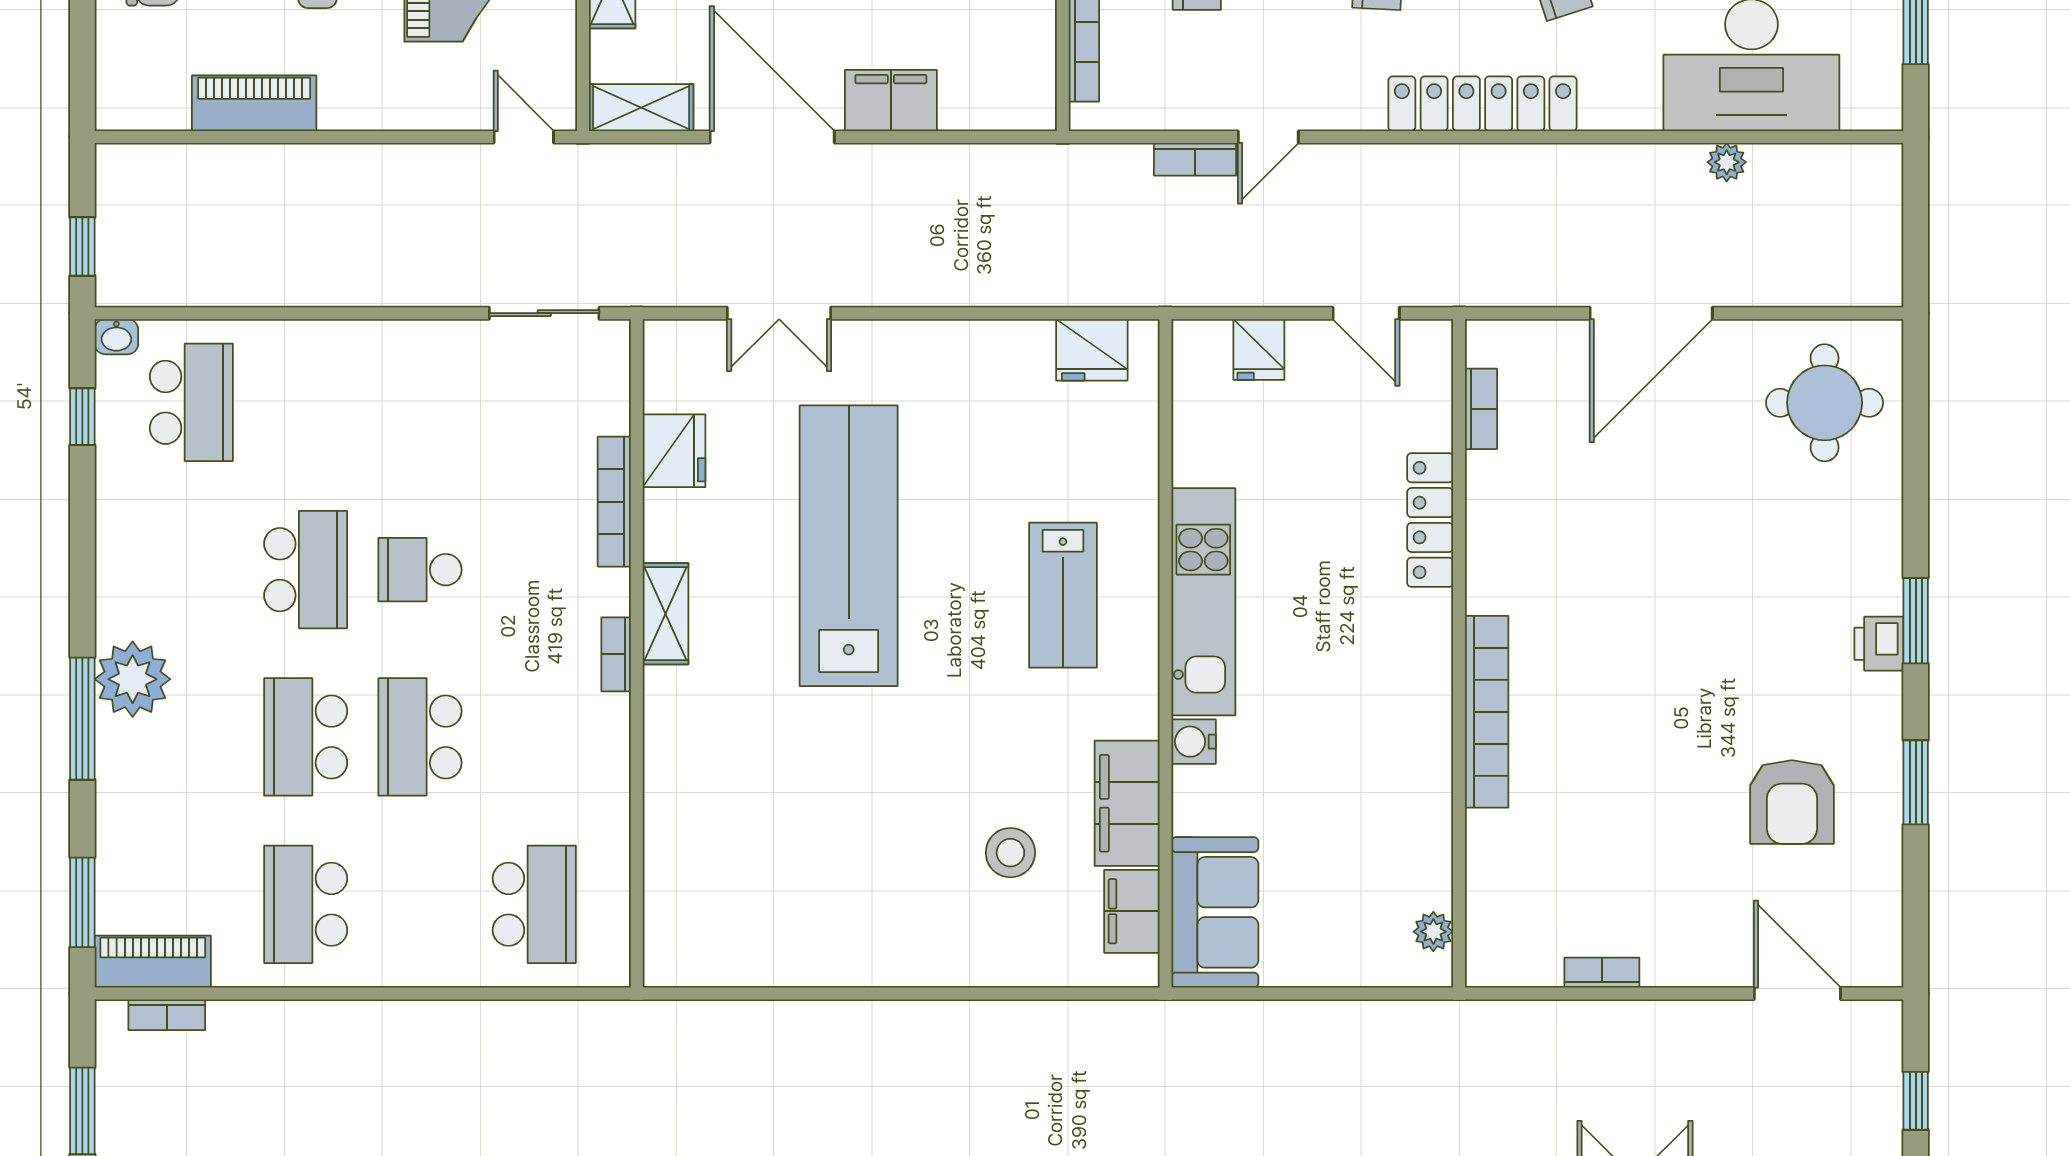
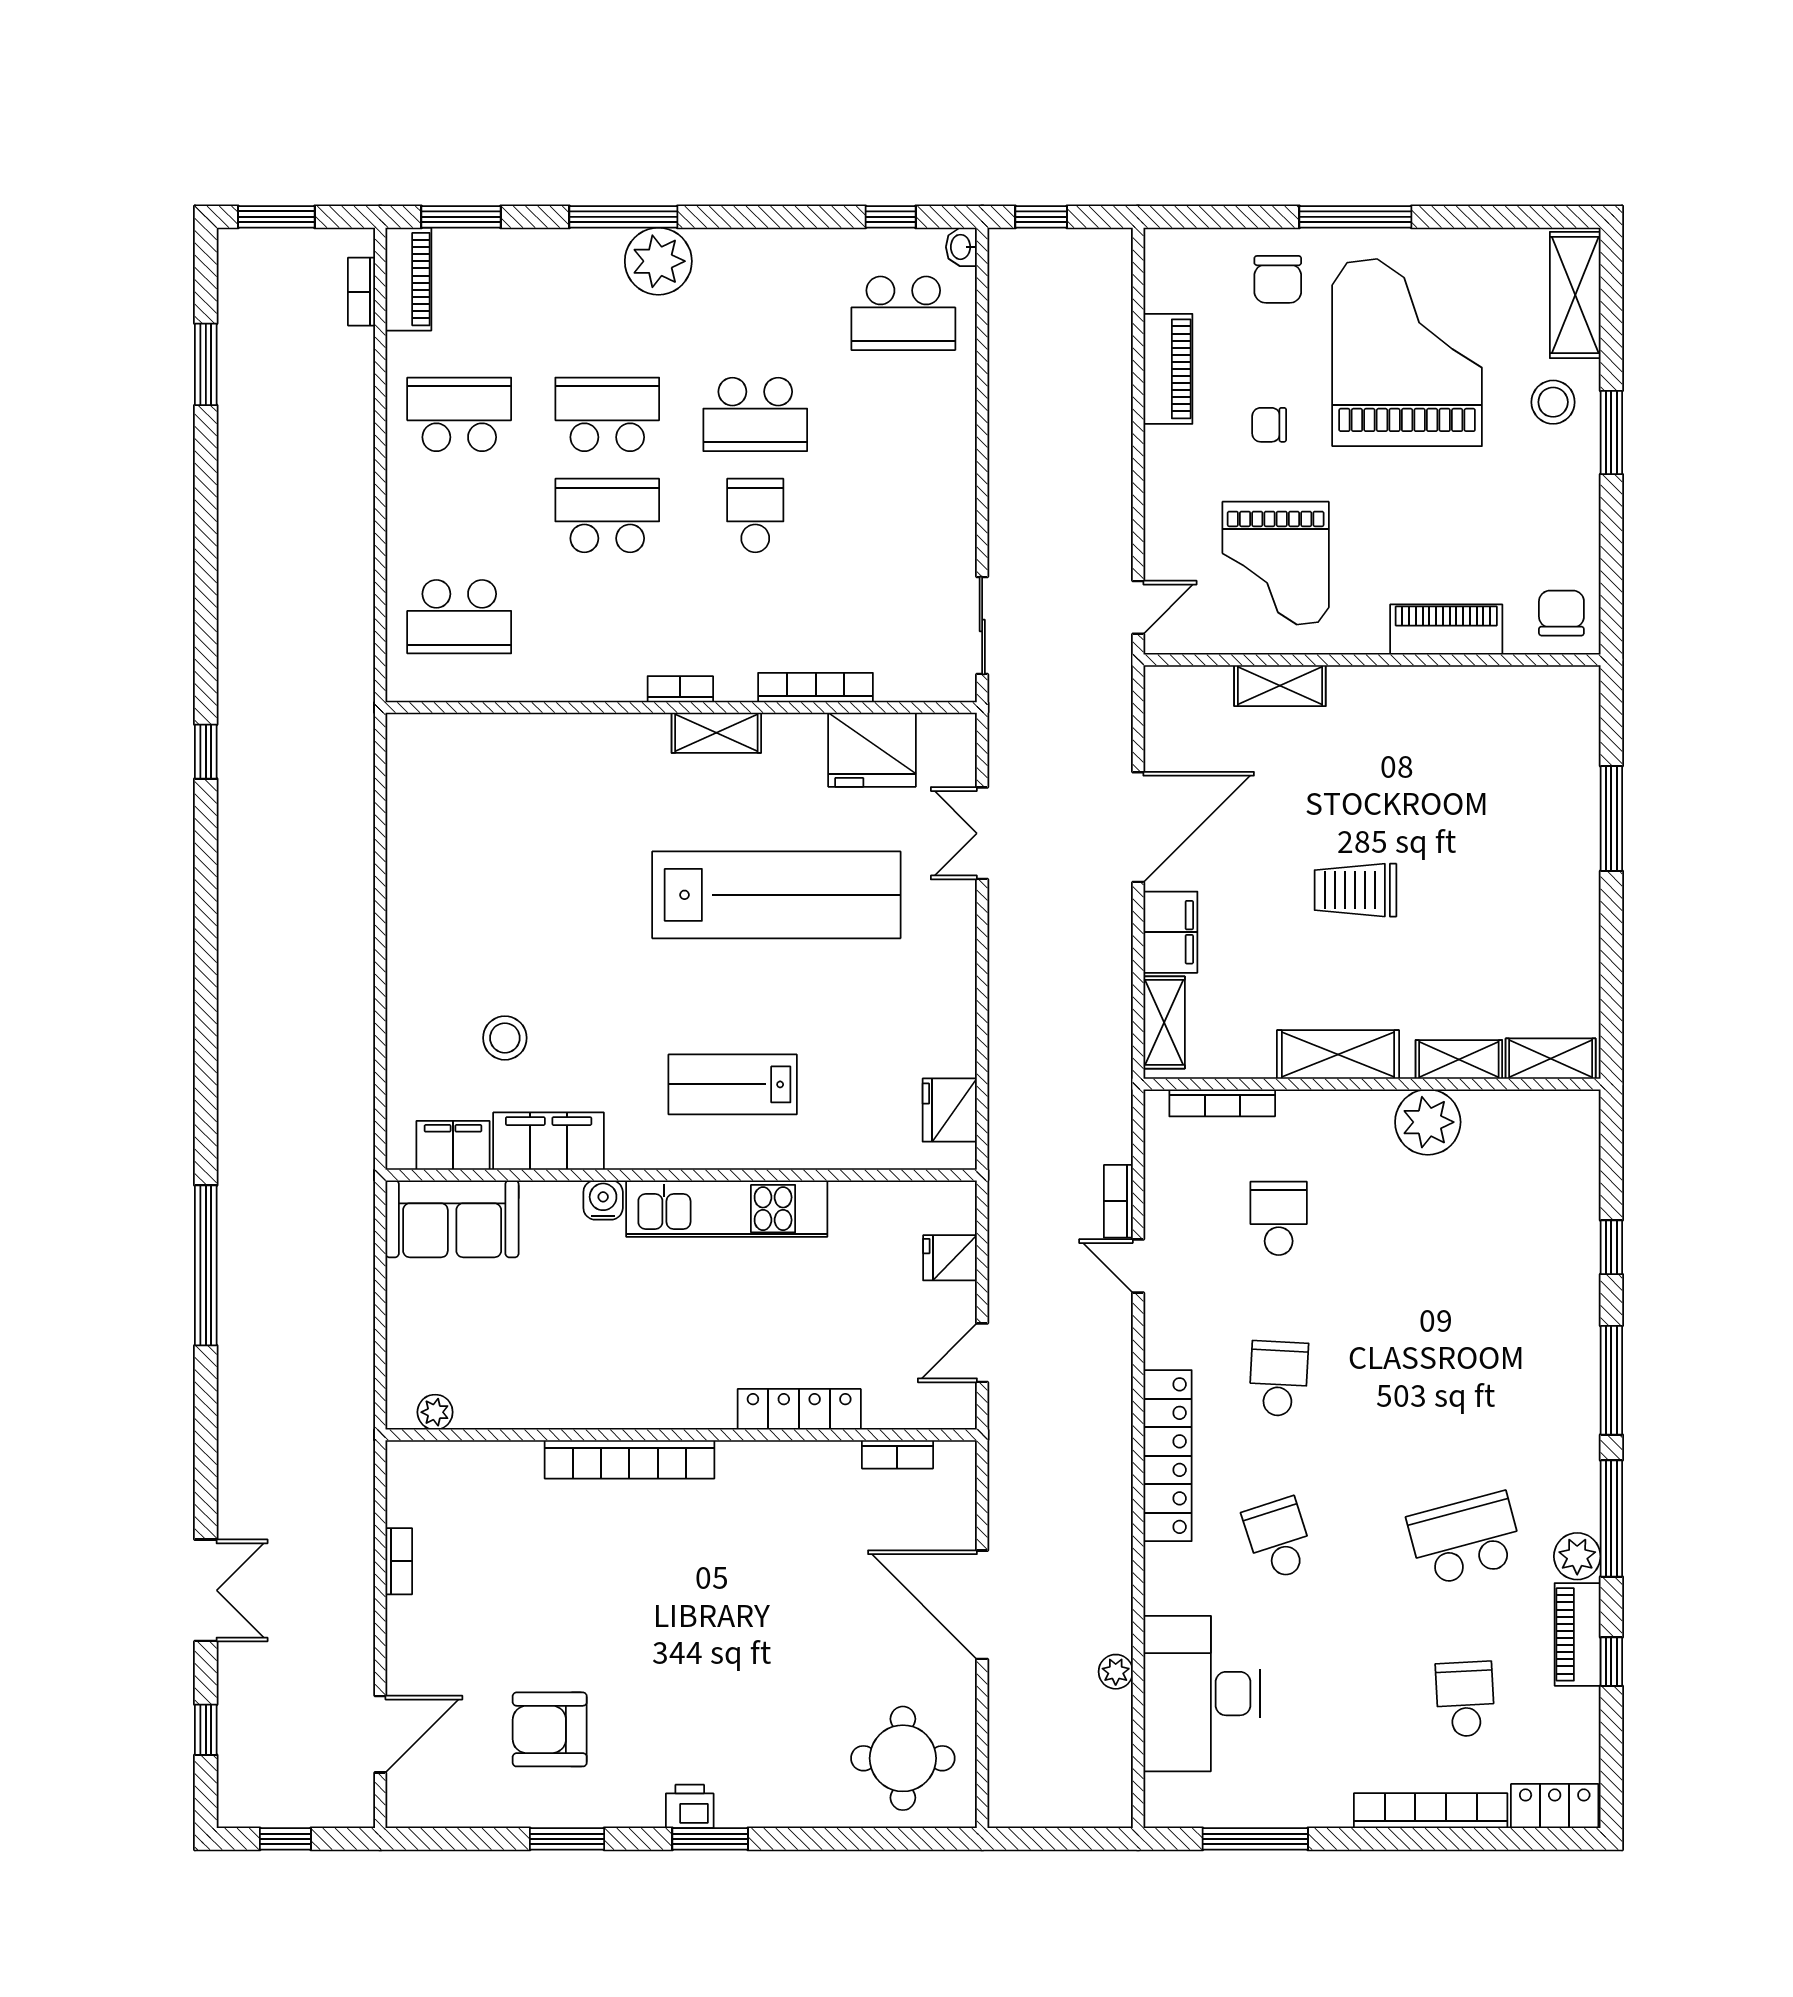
shelving: (641, 108) -> (1164, 1022), moved
fridge: (674, 451) -> (872, 750), width x1.36, depth x1.34

